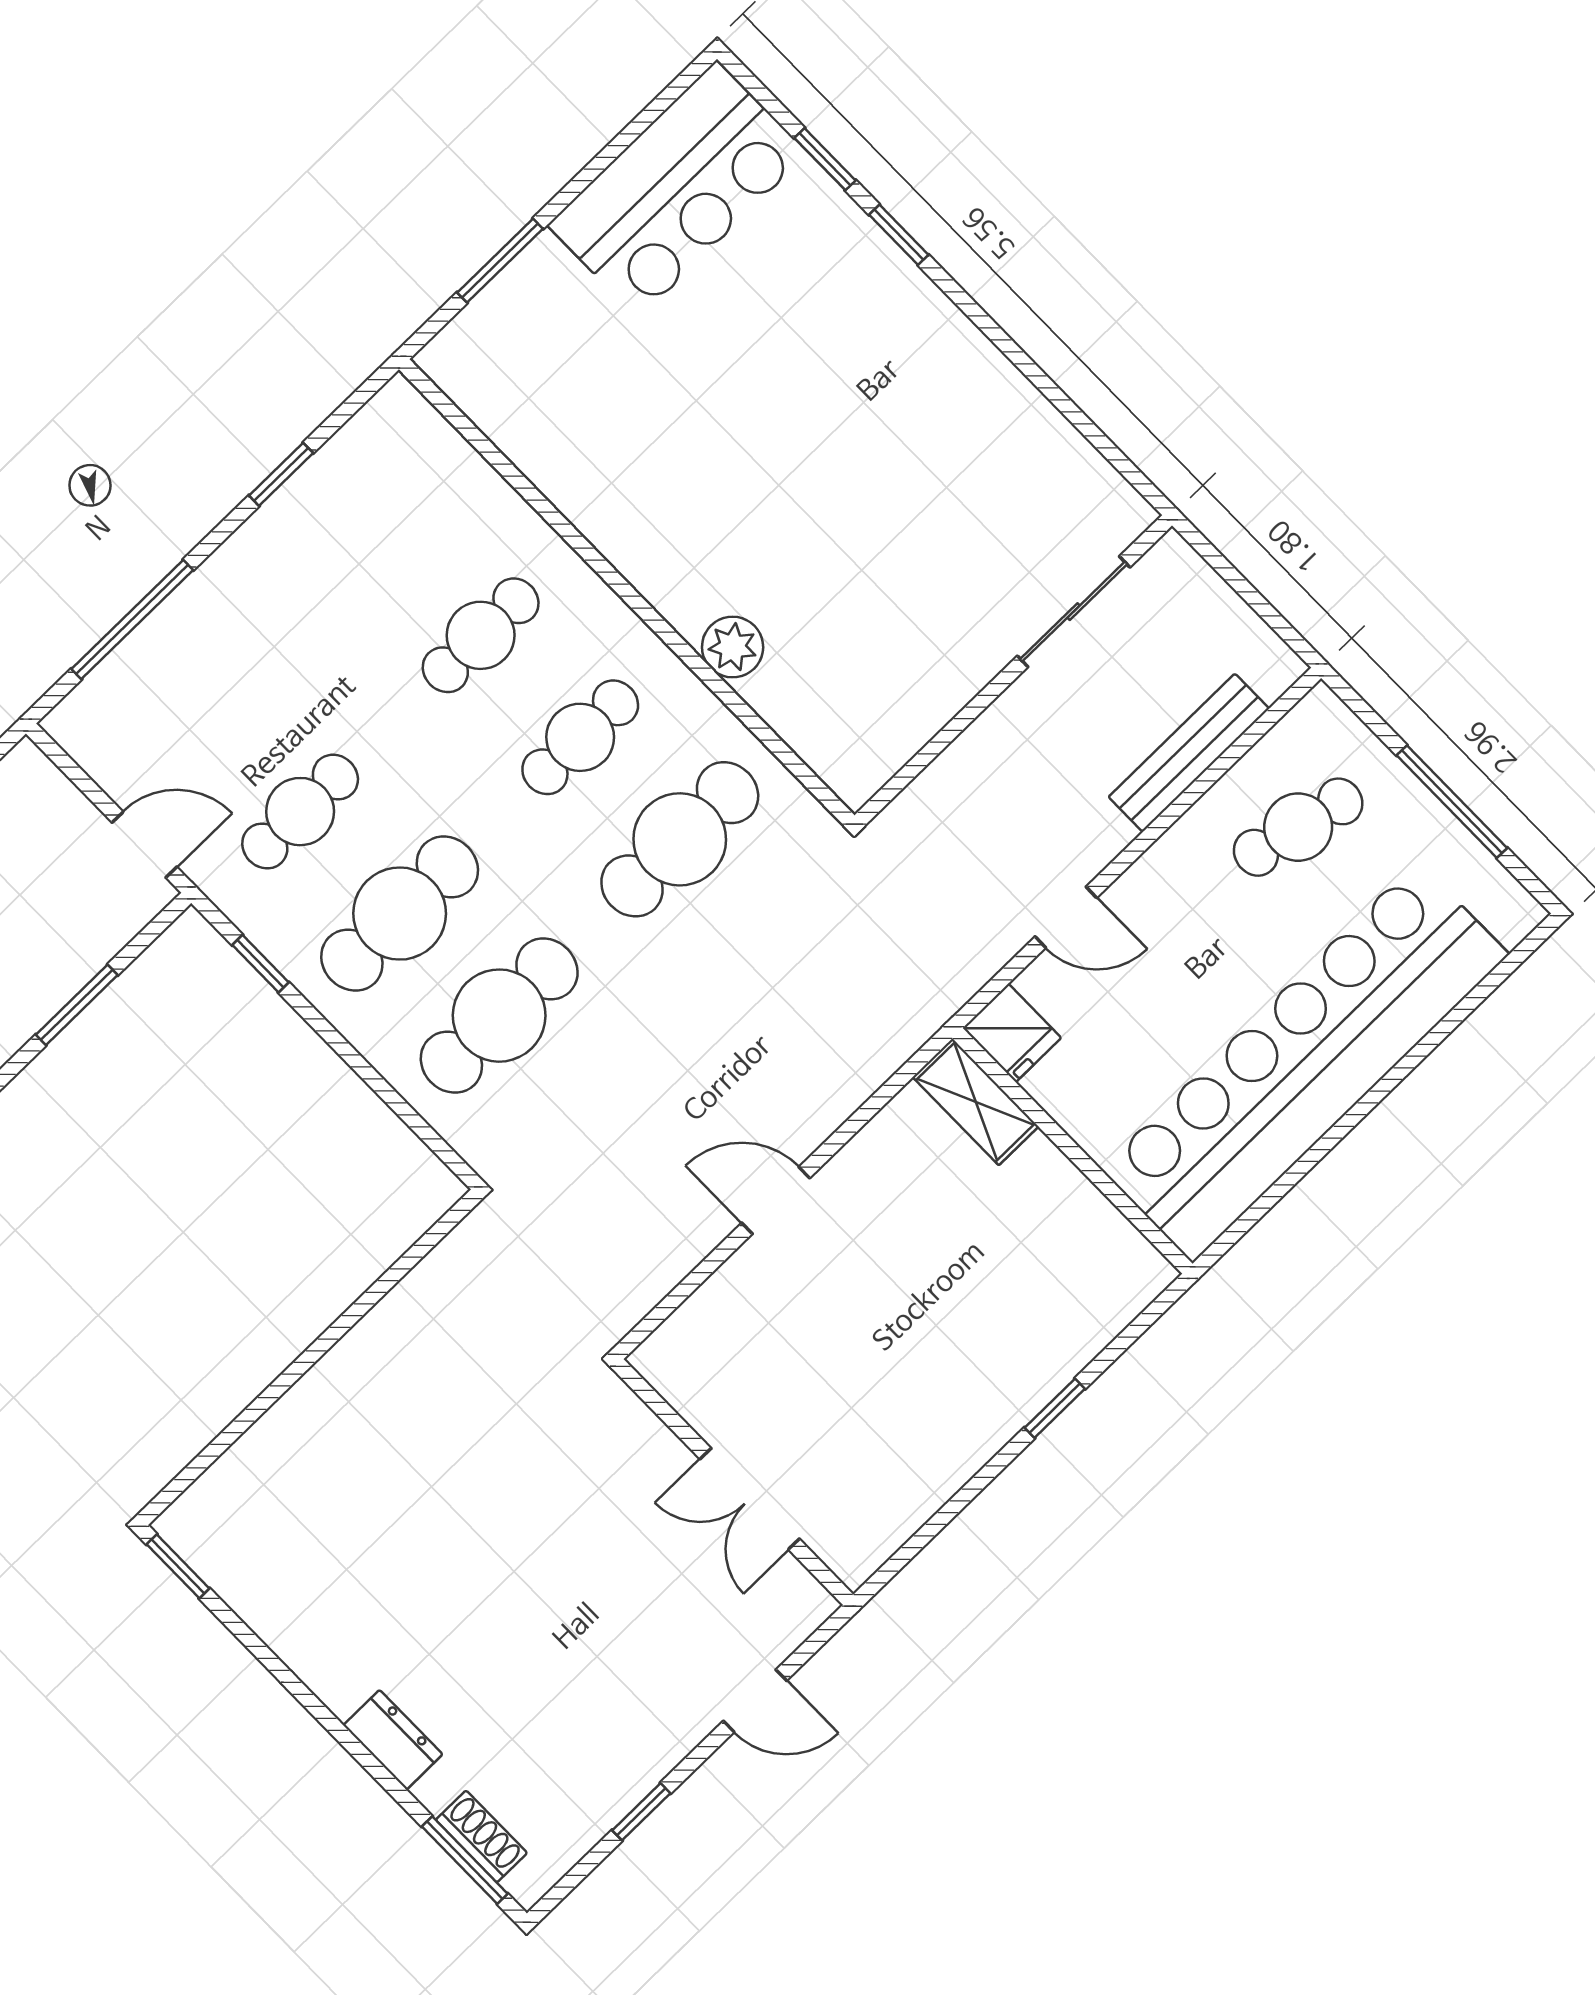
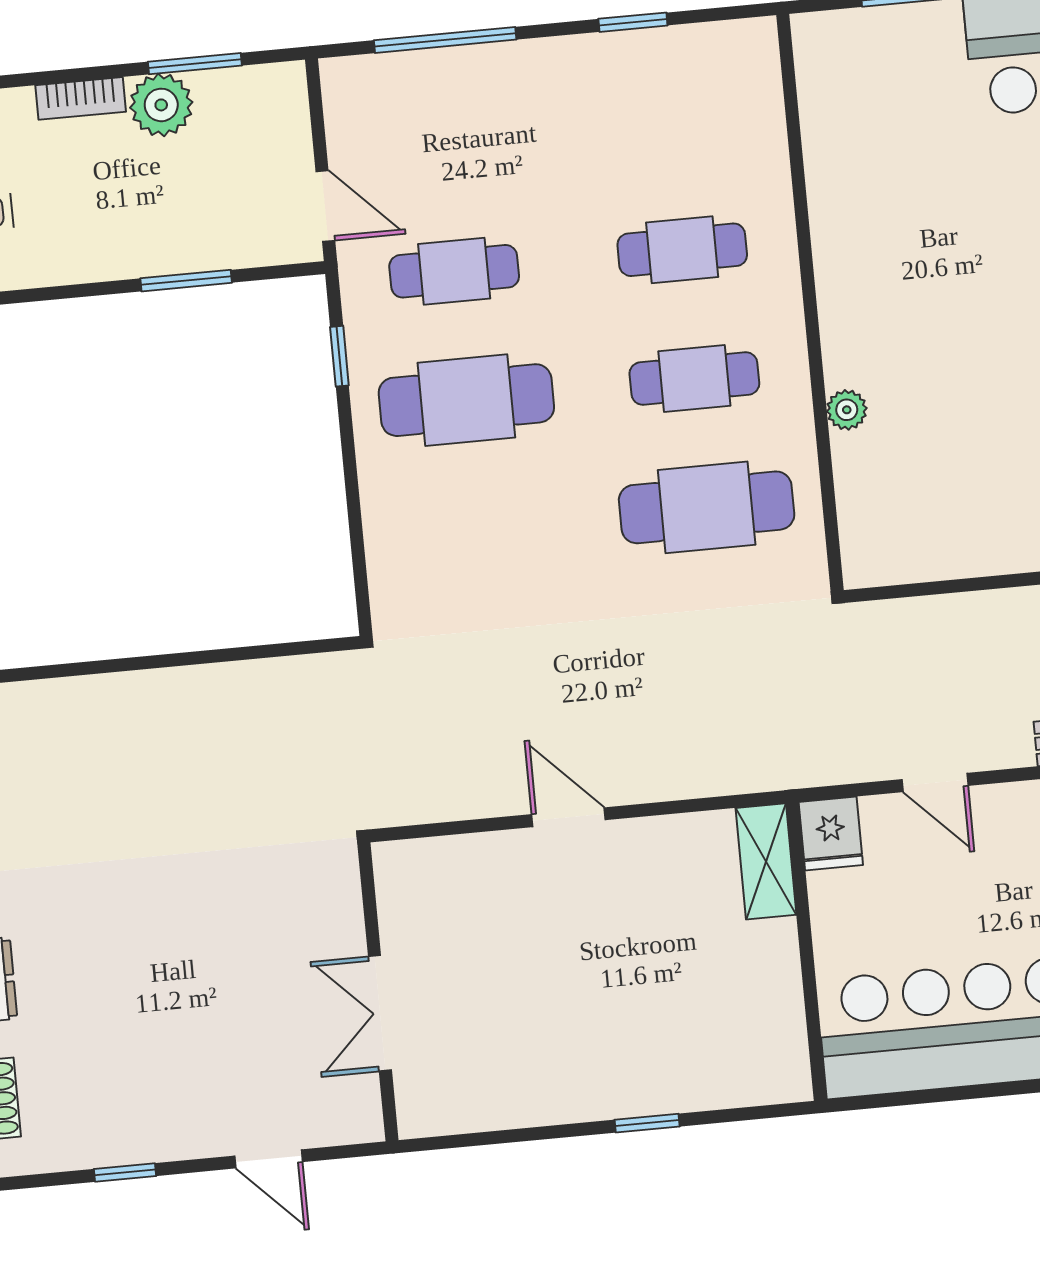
plant: (733, 647) -> (847, 410), width x0.73, depth x0.73
cafe table: (499, 1016) -> (479, 529), removed

